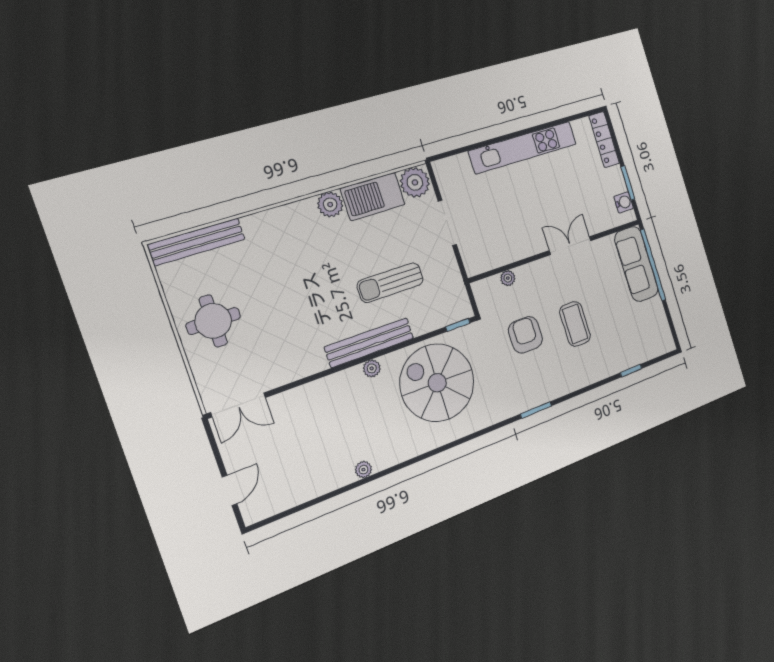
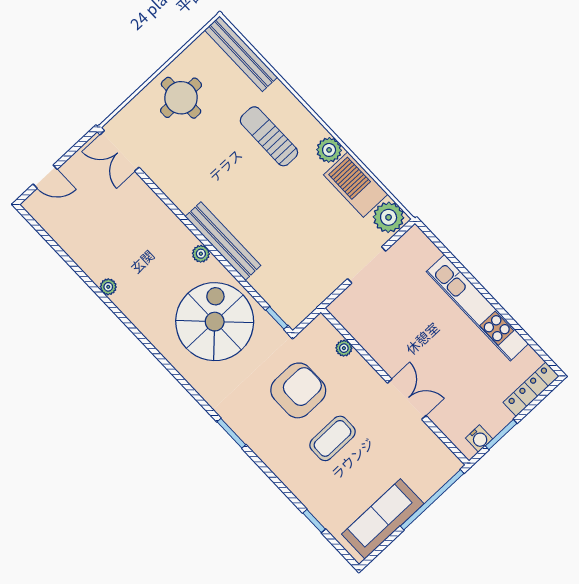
sofa: (636, 264) -> (383, 519), moved
sun lounger: (390, 283) -> (269, 136), moved
armchair: (525, 335) -> (298, 390), width x1.36, depth x1.36

